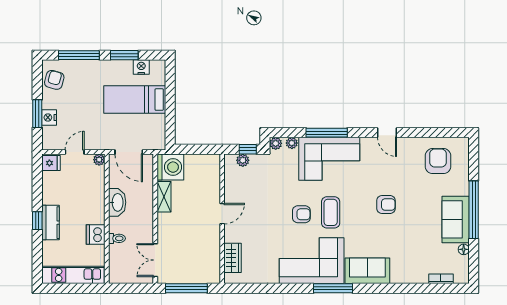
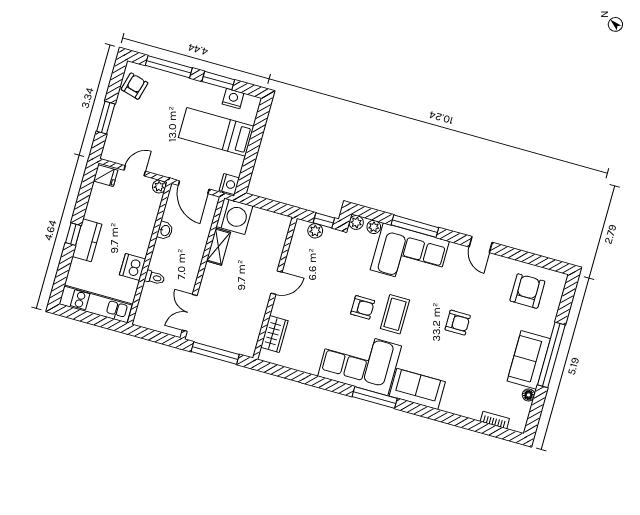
nightstand: (49, 117) -> (229, 184), moved, turned 180
washbasin: (117, 202) -> (165, 230), width x0.52, depth x0.69

